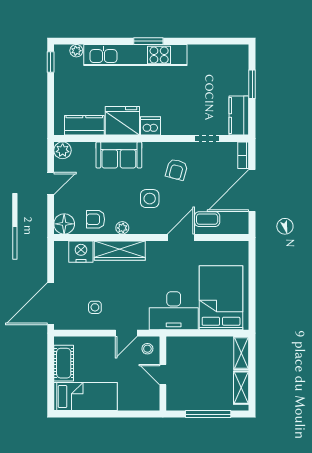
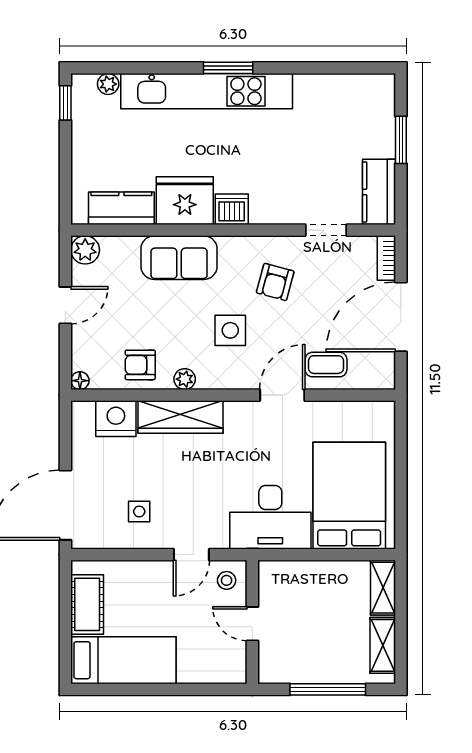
floor lamp: (64, 224) -> (80, 381), width x0.53, depth x0.53

